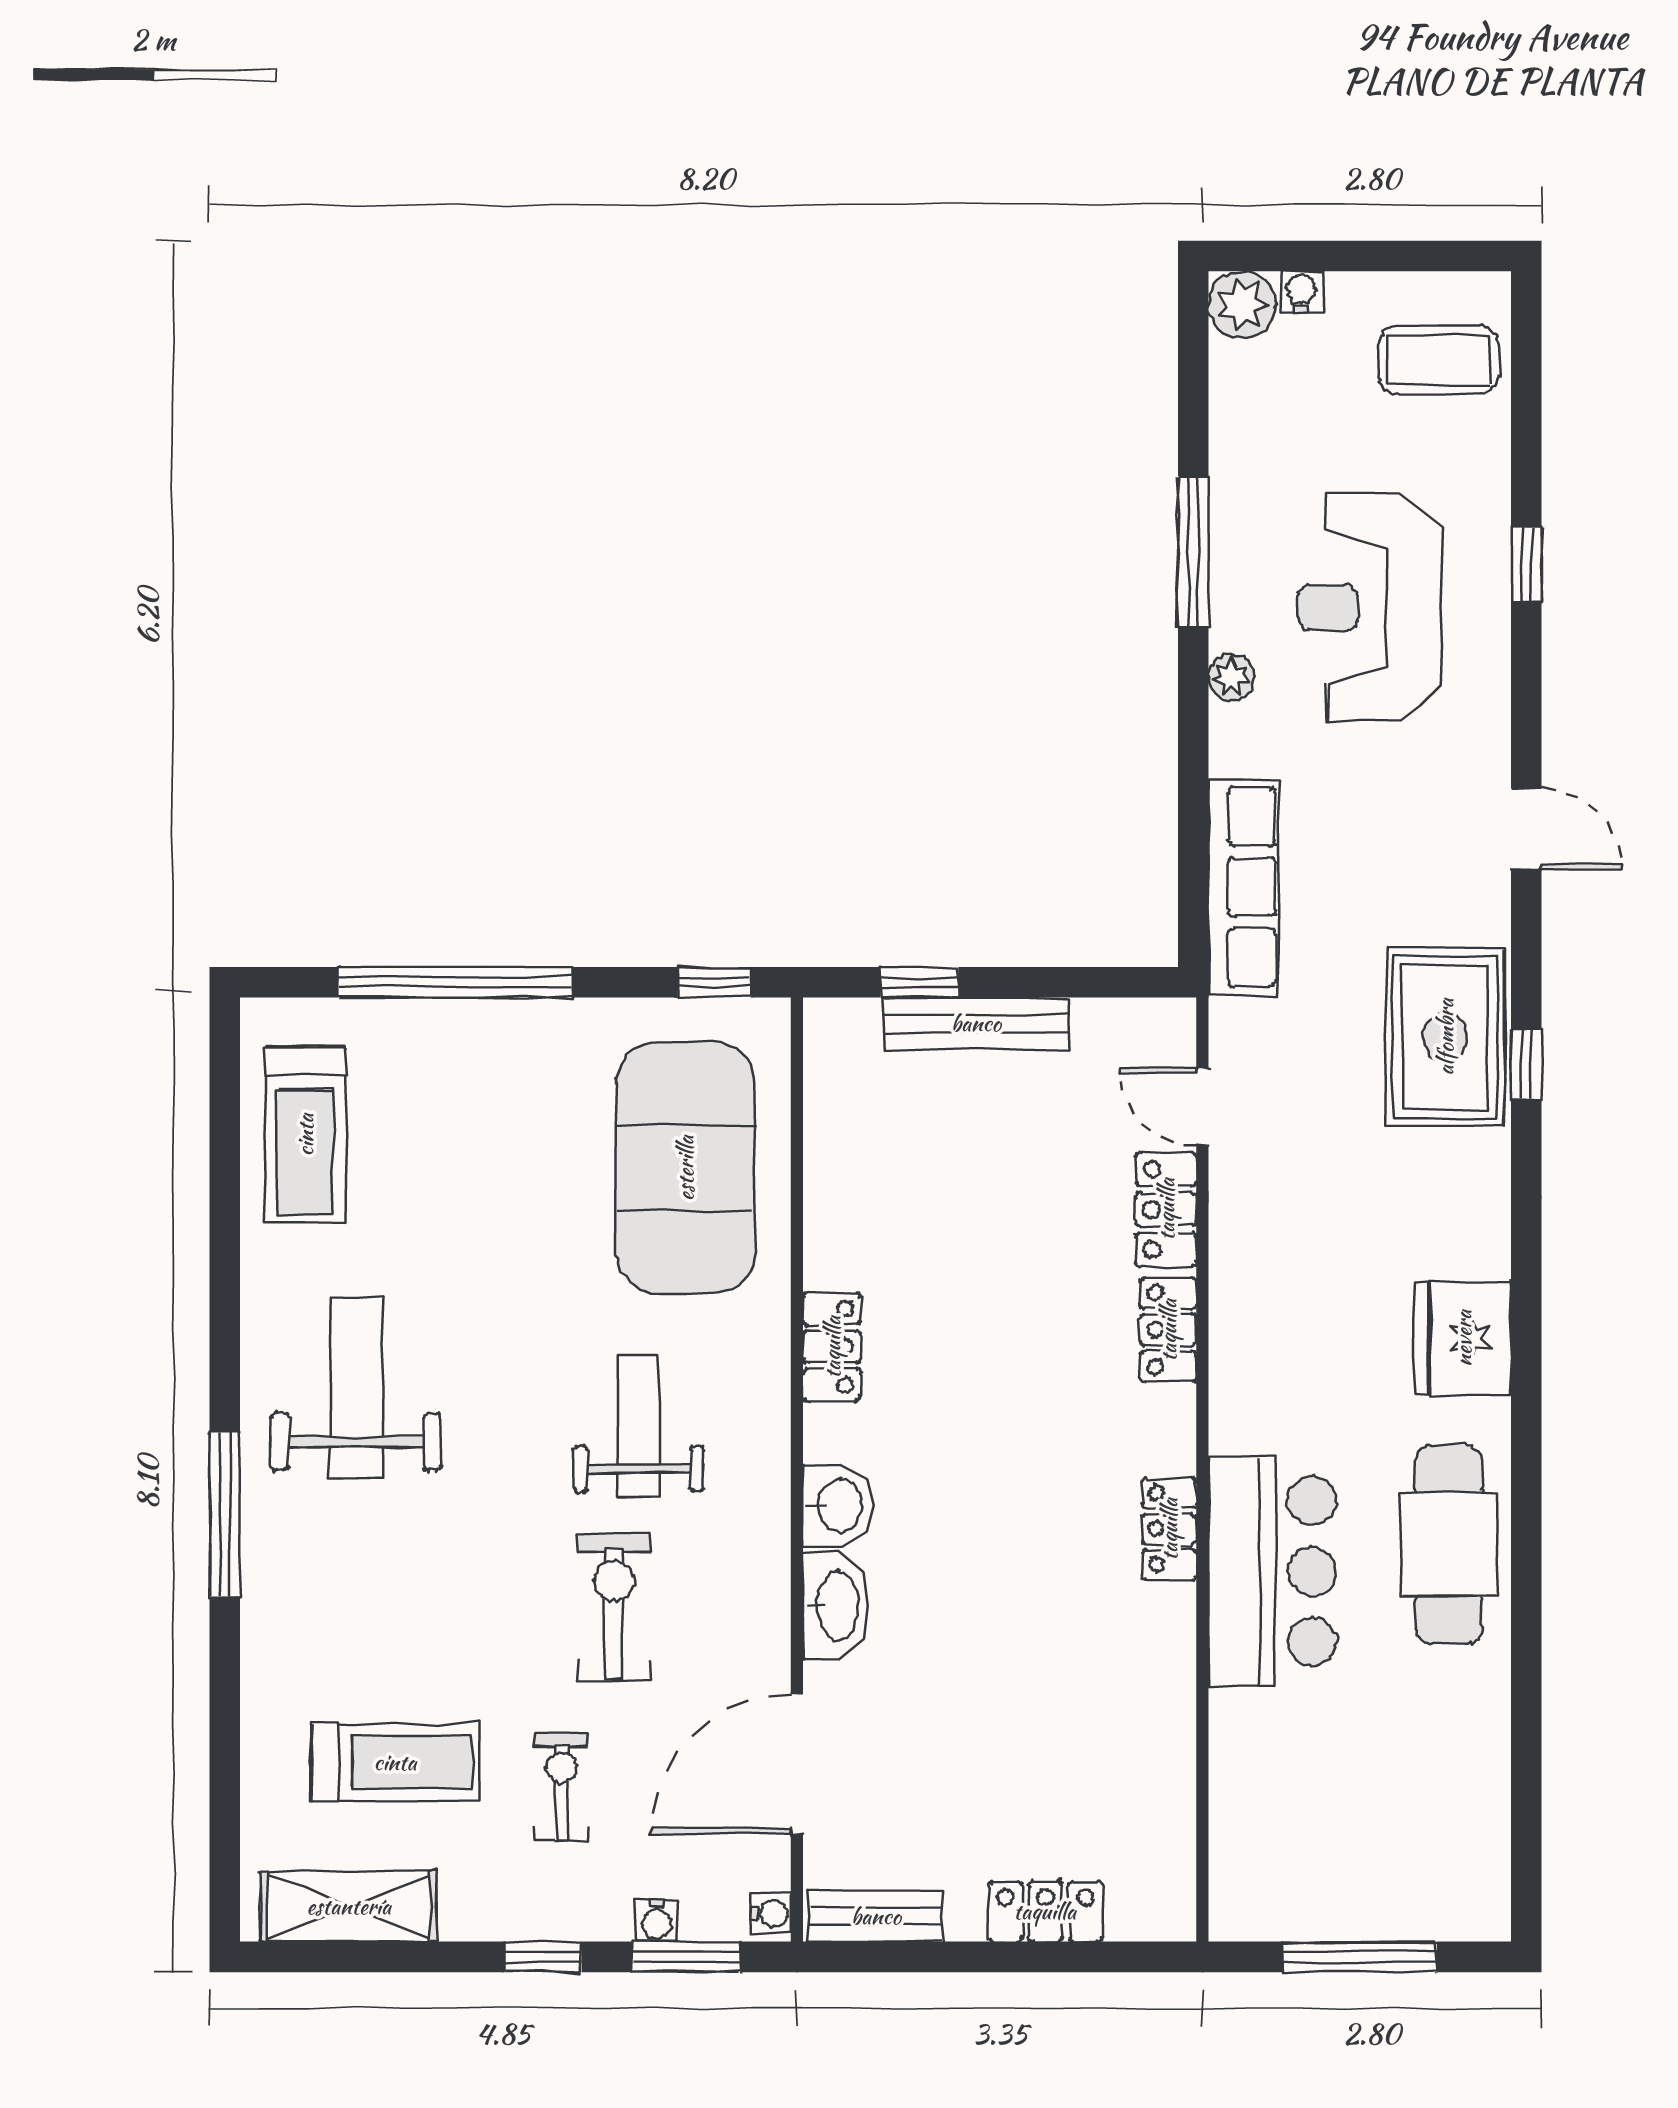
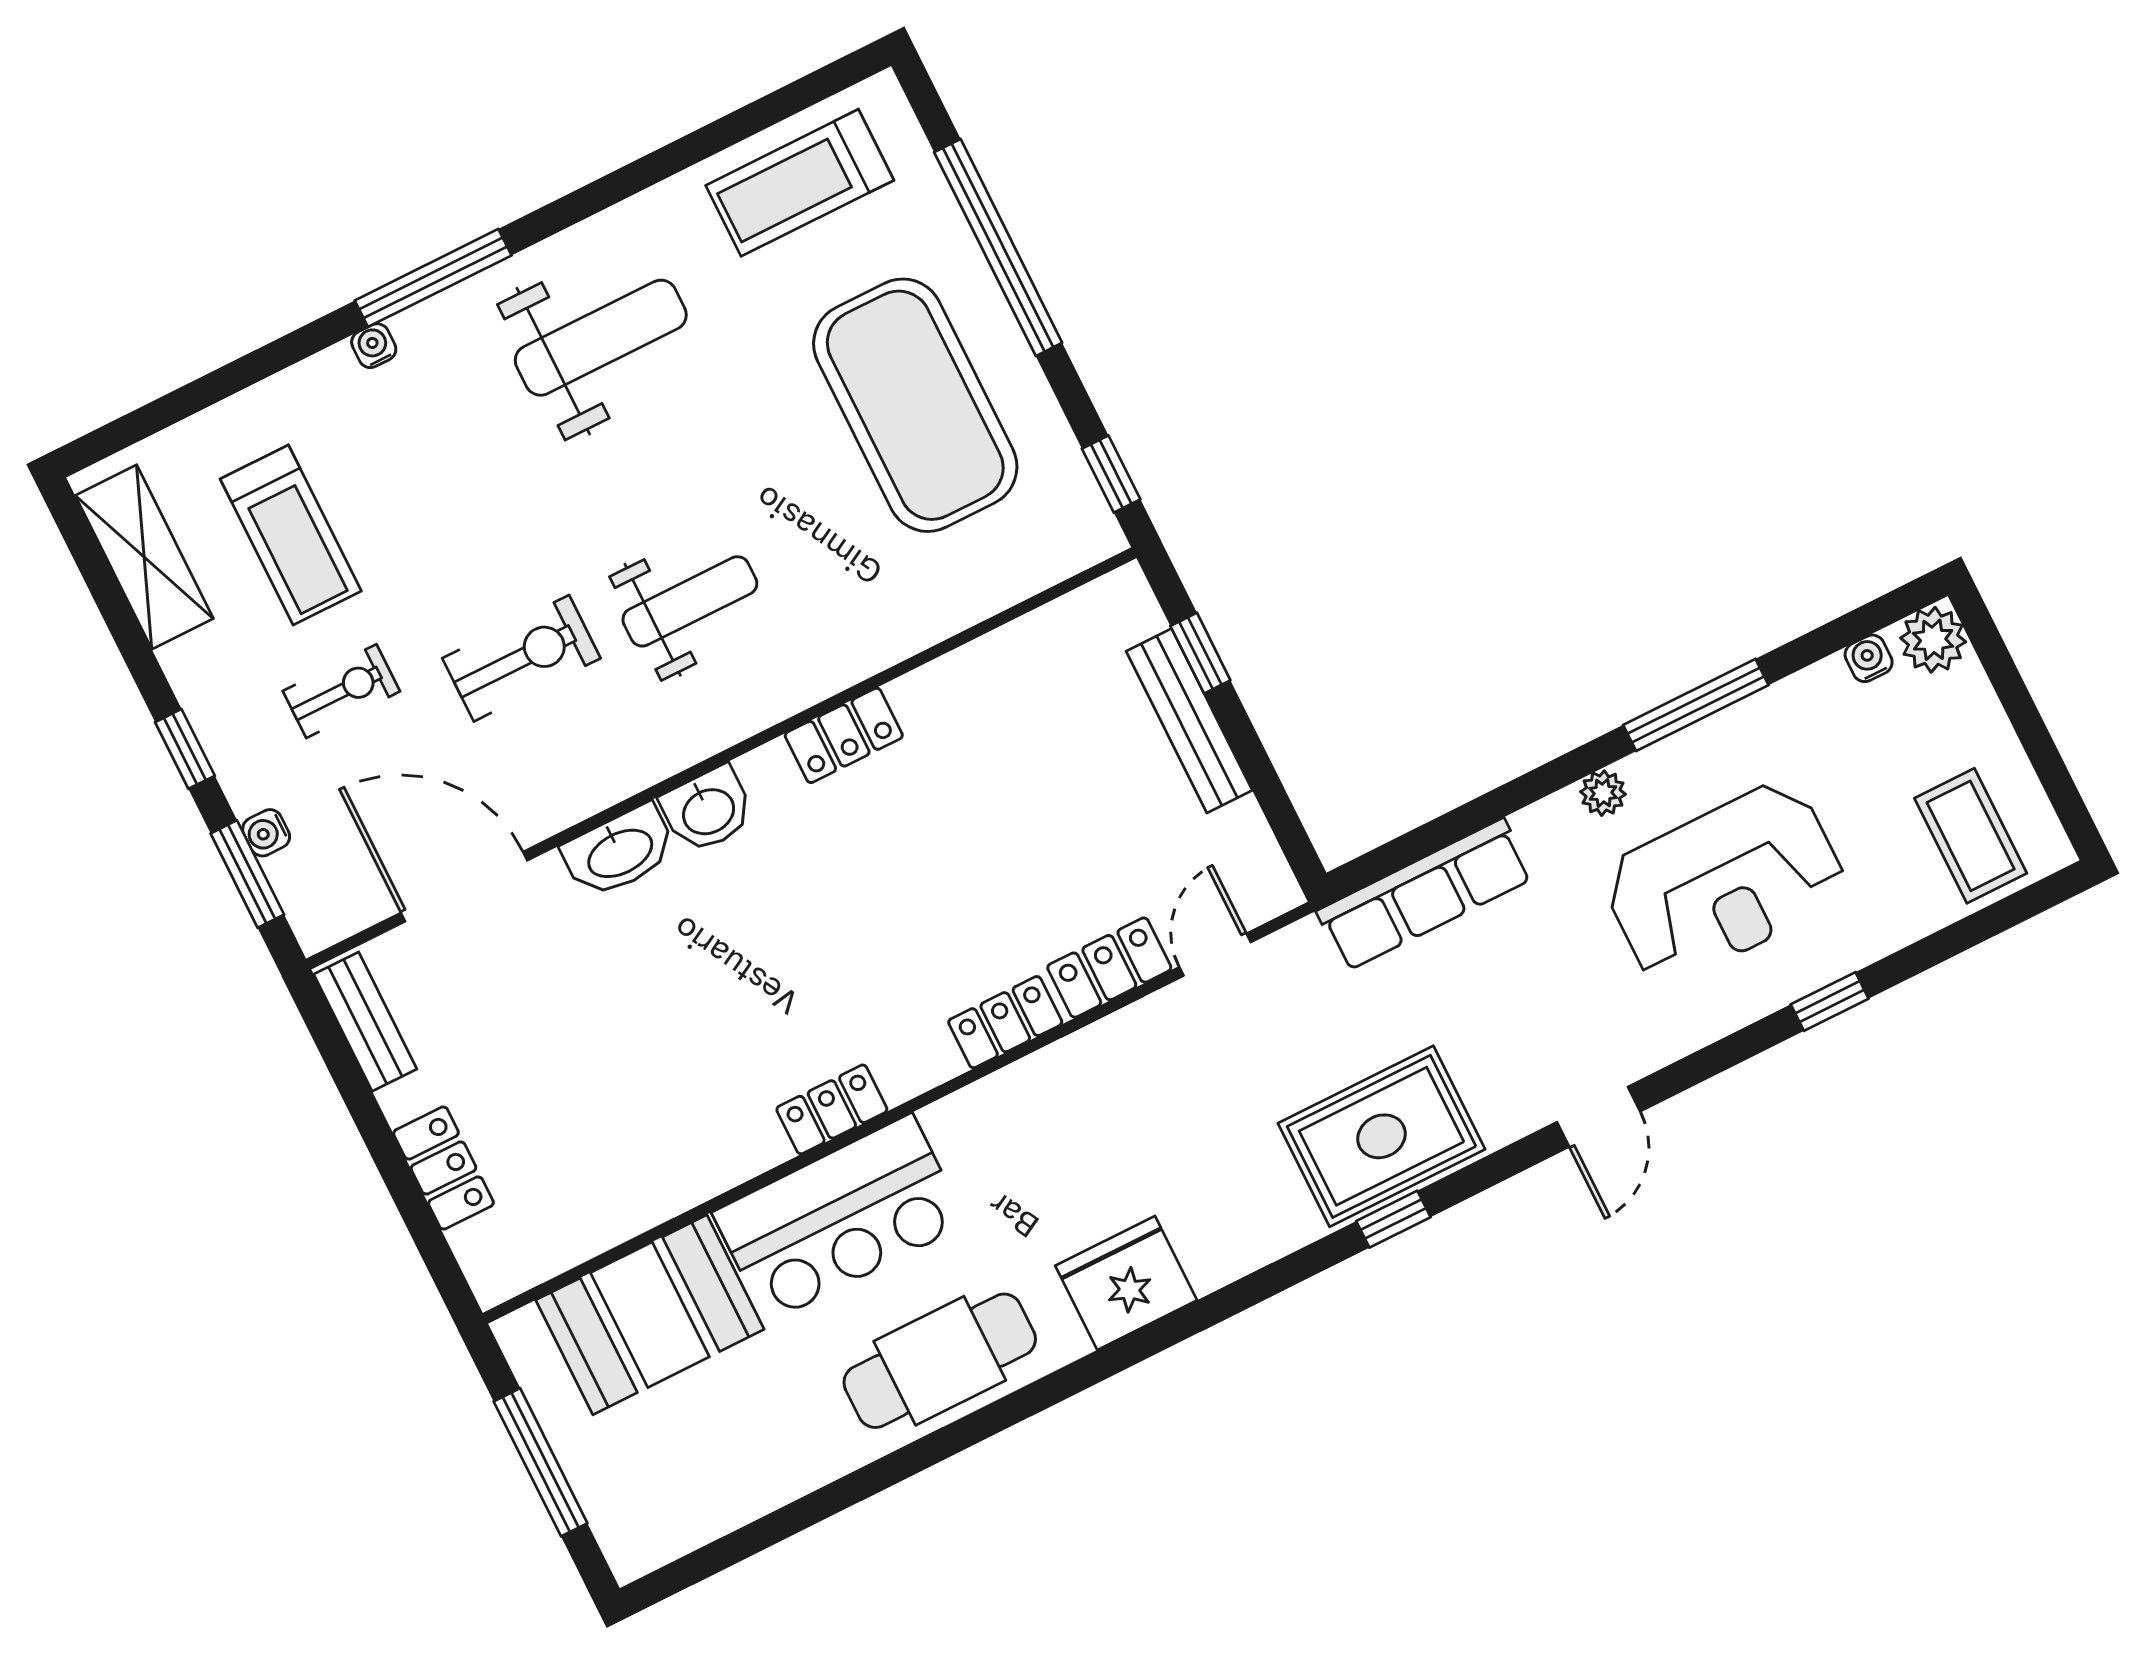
water cooler: (1301, 292) -> (1869, 658), moved, turned -90
reception desk: (1369, 607) -> (1724, 883), turned 180
exercise mat: (685, 1168) -> (915, 405), moved, turned 90
booth: (1274, 1789) -> (650, 1315), added
water cooler: (771, 1913) -> (374, 346), moved, turned 180

